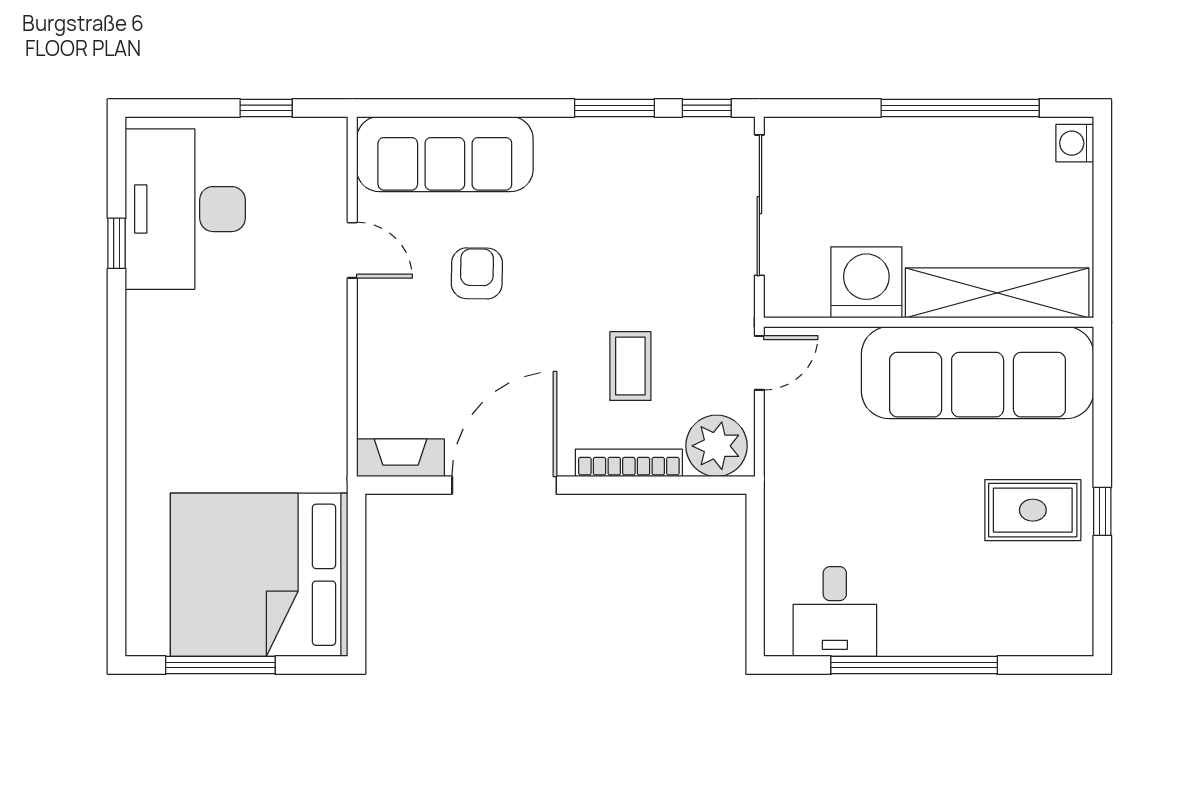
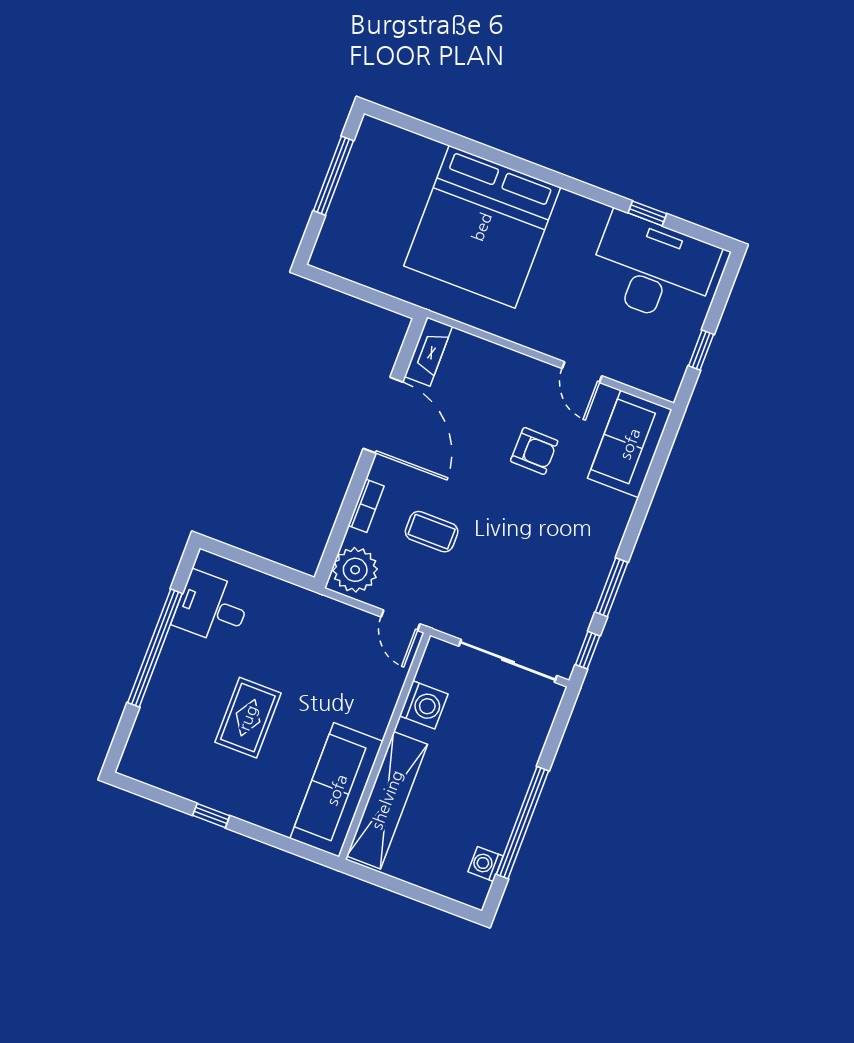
washing machine: (1075, 143) -> (486, 864), moved, turned -90
sofa: (445, 154) -> (630, 444), width x0.73
door: (352, 250) -> (582, 372), hinge flipped
washing machine: (866, 282) -> (424, 705), width x0.73, depth x0.73
sofa: (978, 373) -> (337, 790), width x0.74, depth x0.79
bookcase: (629, 463) -> (366, 506), width x0.64
rug: (1033, 510) -> (248, 718), moved
bed: (259, 575) -> (482, 227), moved, turned 180

